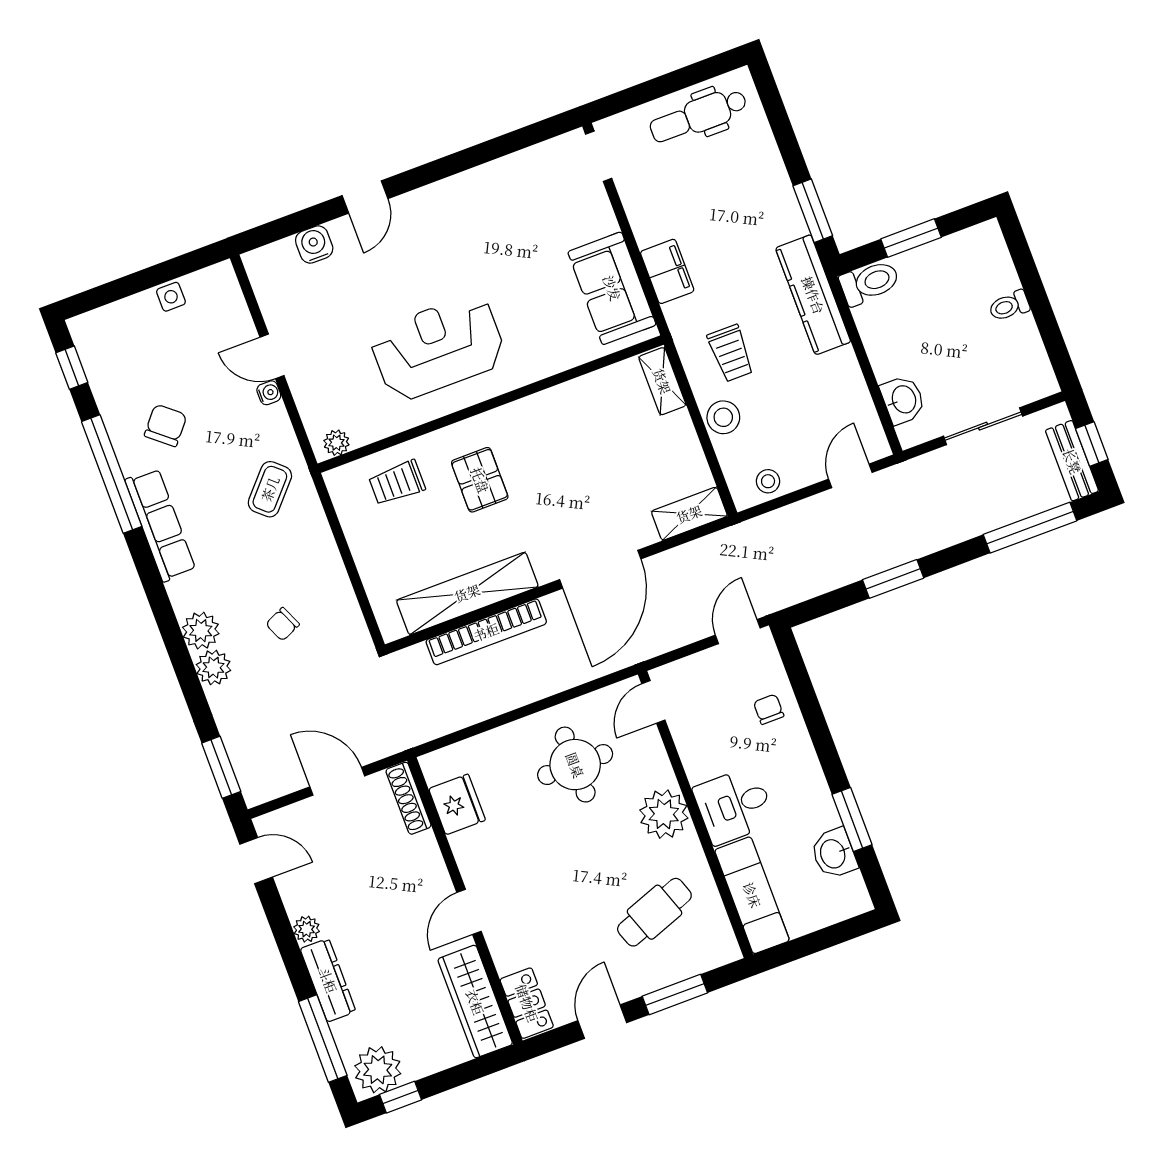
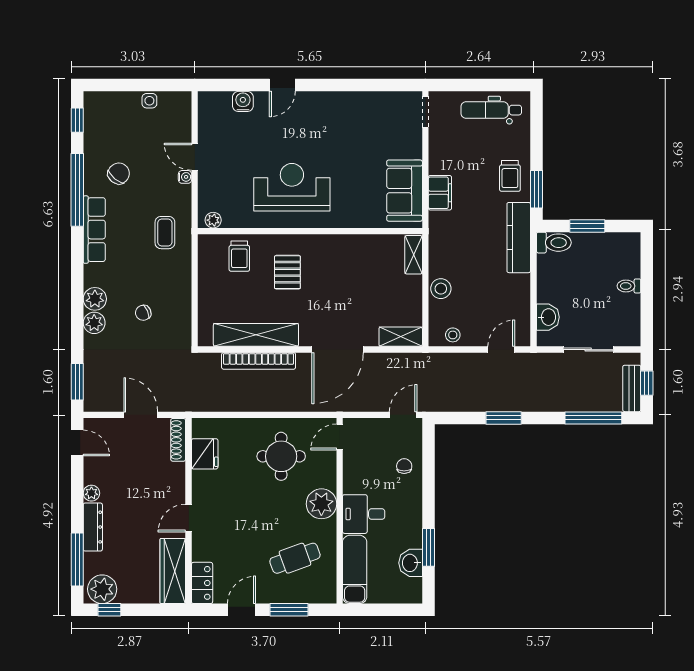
trolley: (731, 353) -> (510, 176), moved
trolley: (397, 483) -> (239, 256), turned -90
coffee table: (270, 489) -> (165, 233), turned -42

